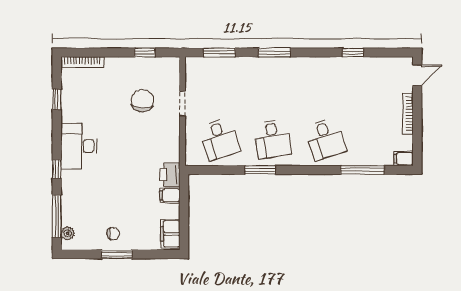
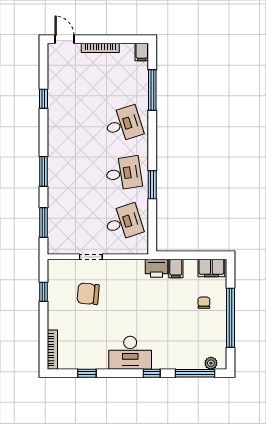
chair: (113, 234) -> (204, 303), moved
window: (117, 254) -> (230, 318), width x2.11

